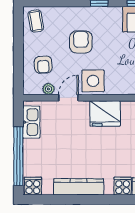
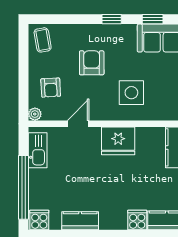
side table: (93, 81) -> (131, 93), moved
plant: (48, 89) -> (35, 114), moved
kitchen counter: (79, 187) -> (80, 221), width x0.67

